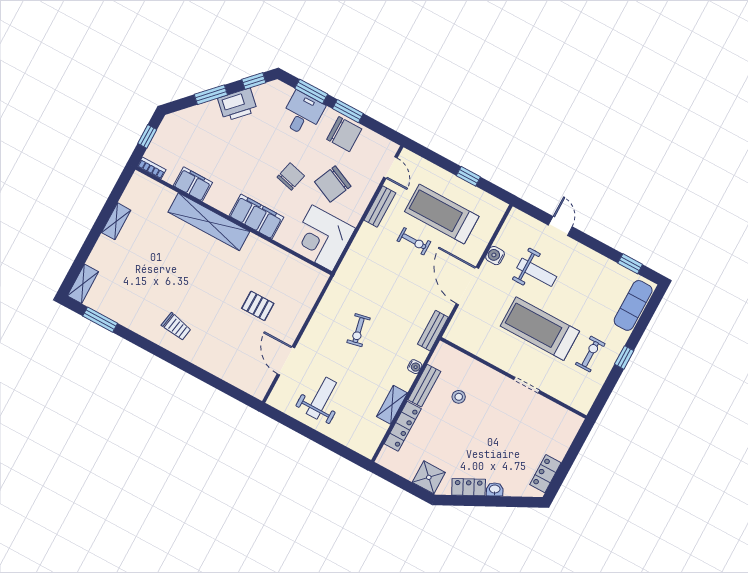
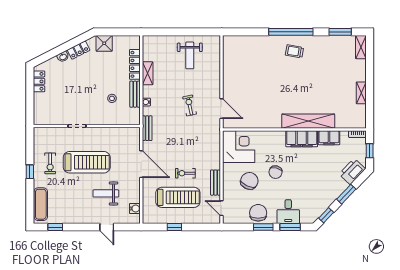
printer: (237, 105) -> (352, 171), moved
chair: (344, 134) -> (258, 213), turned 90
filing cabinet: (256, 217) -> (302, 139), moved
water cooler: (495, 256) -> (135, 209), moved
pallet: (258, 306) -> (254, 88), removed
window: (167, 356) -> (291, 32), added
door: (286, 361) -> (222, 109), moved

